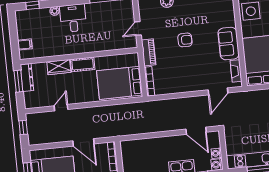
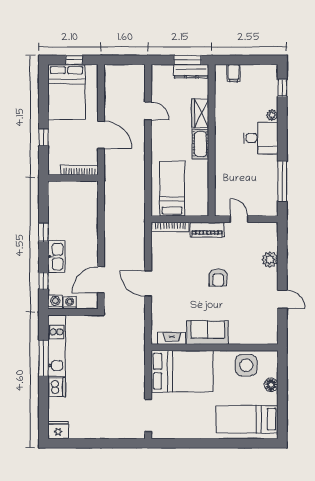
bed: (120, 83) -> (172, 189), width x0.67
door: (218, 91) -> (148, 284), moved
window: (23, 127) -> (128, 60), removed
door: (83, 142) -> (101, 135), swing flipped

